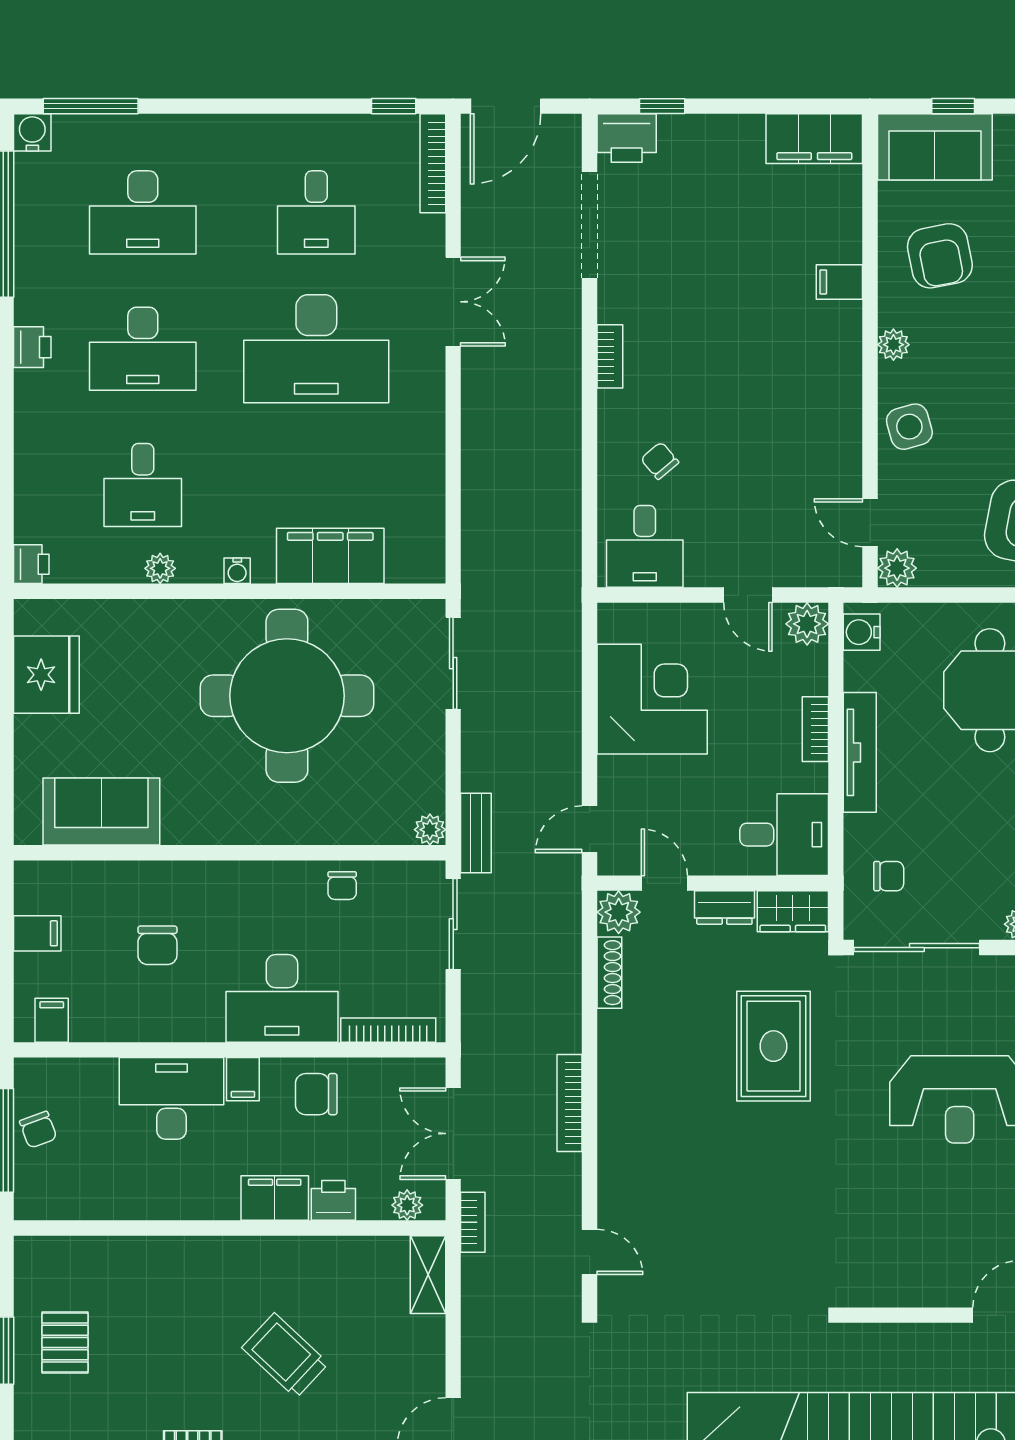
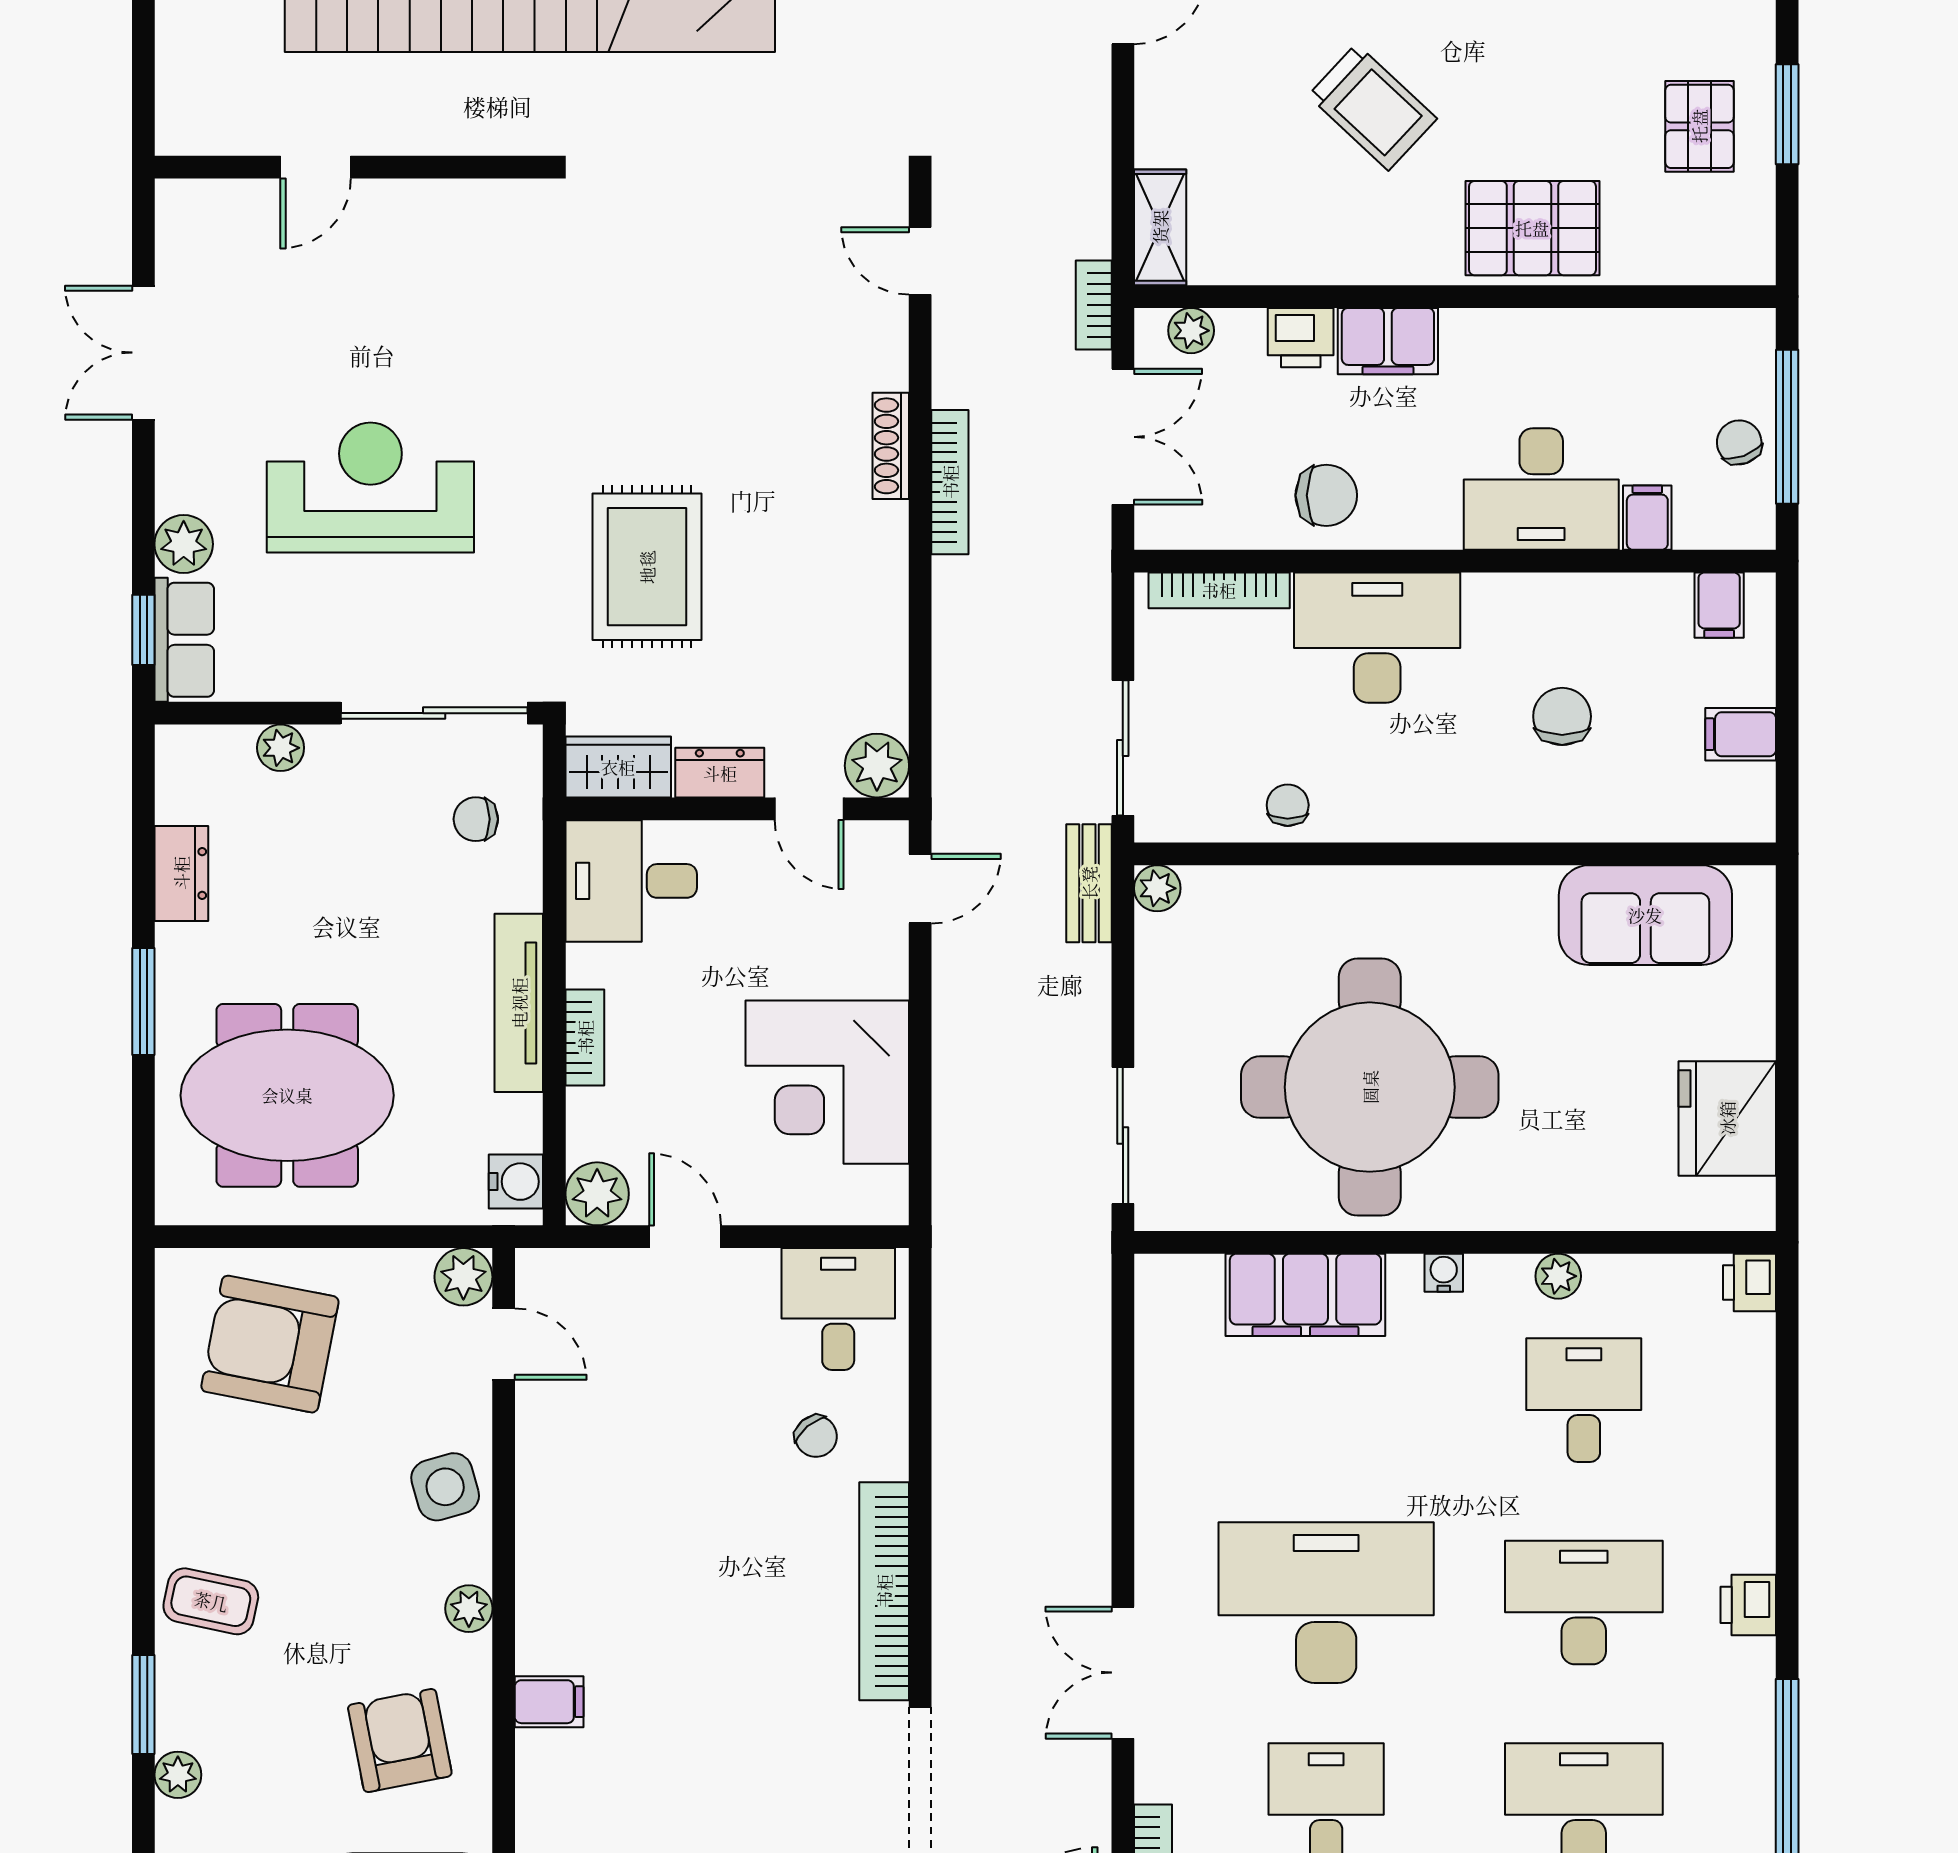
bookcase: (610, 356) -> (884, 1591), width x2.31, depth x1.31
shoe rack: (609, 973) -> (891, 446), moved
filing cabinet: (243, 1079) -> (1647, 518), moved
pallet: (177, 1274) -> (1532, 228), added

